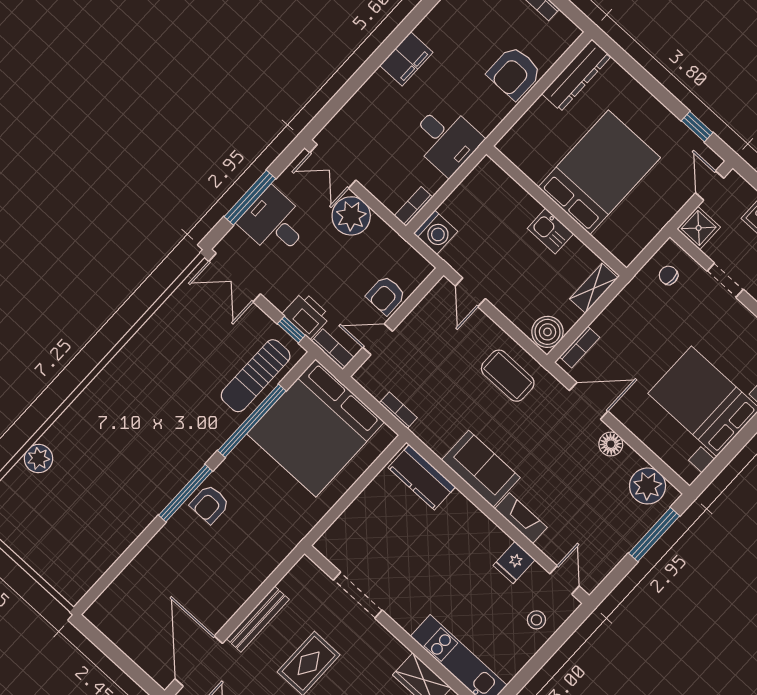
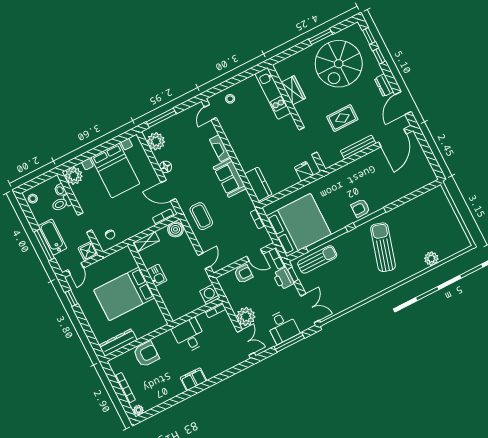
sun lounger: (139, 446) -> (383, 247), added
armchair: (210, 504) -> (360, 208), turned 180
fridge: (514, 563) -> (304, 171), moved, turned -90

